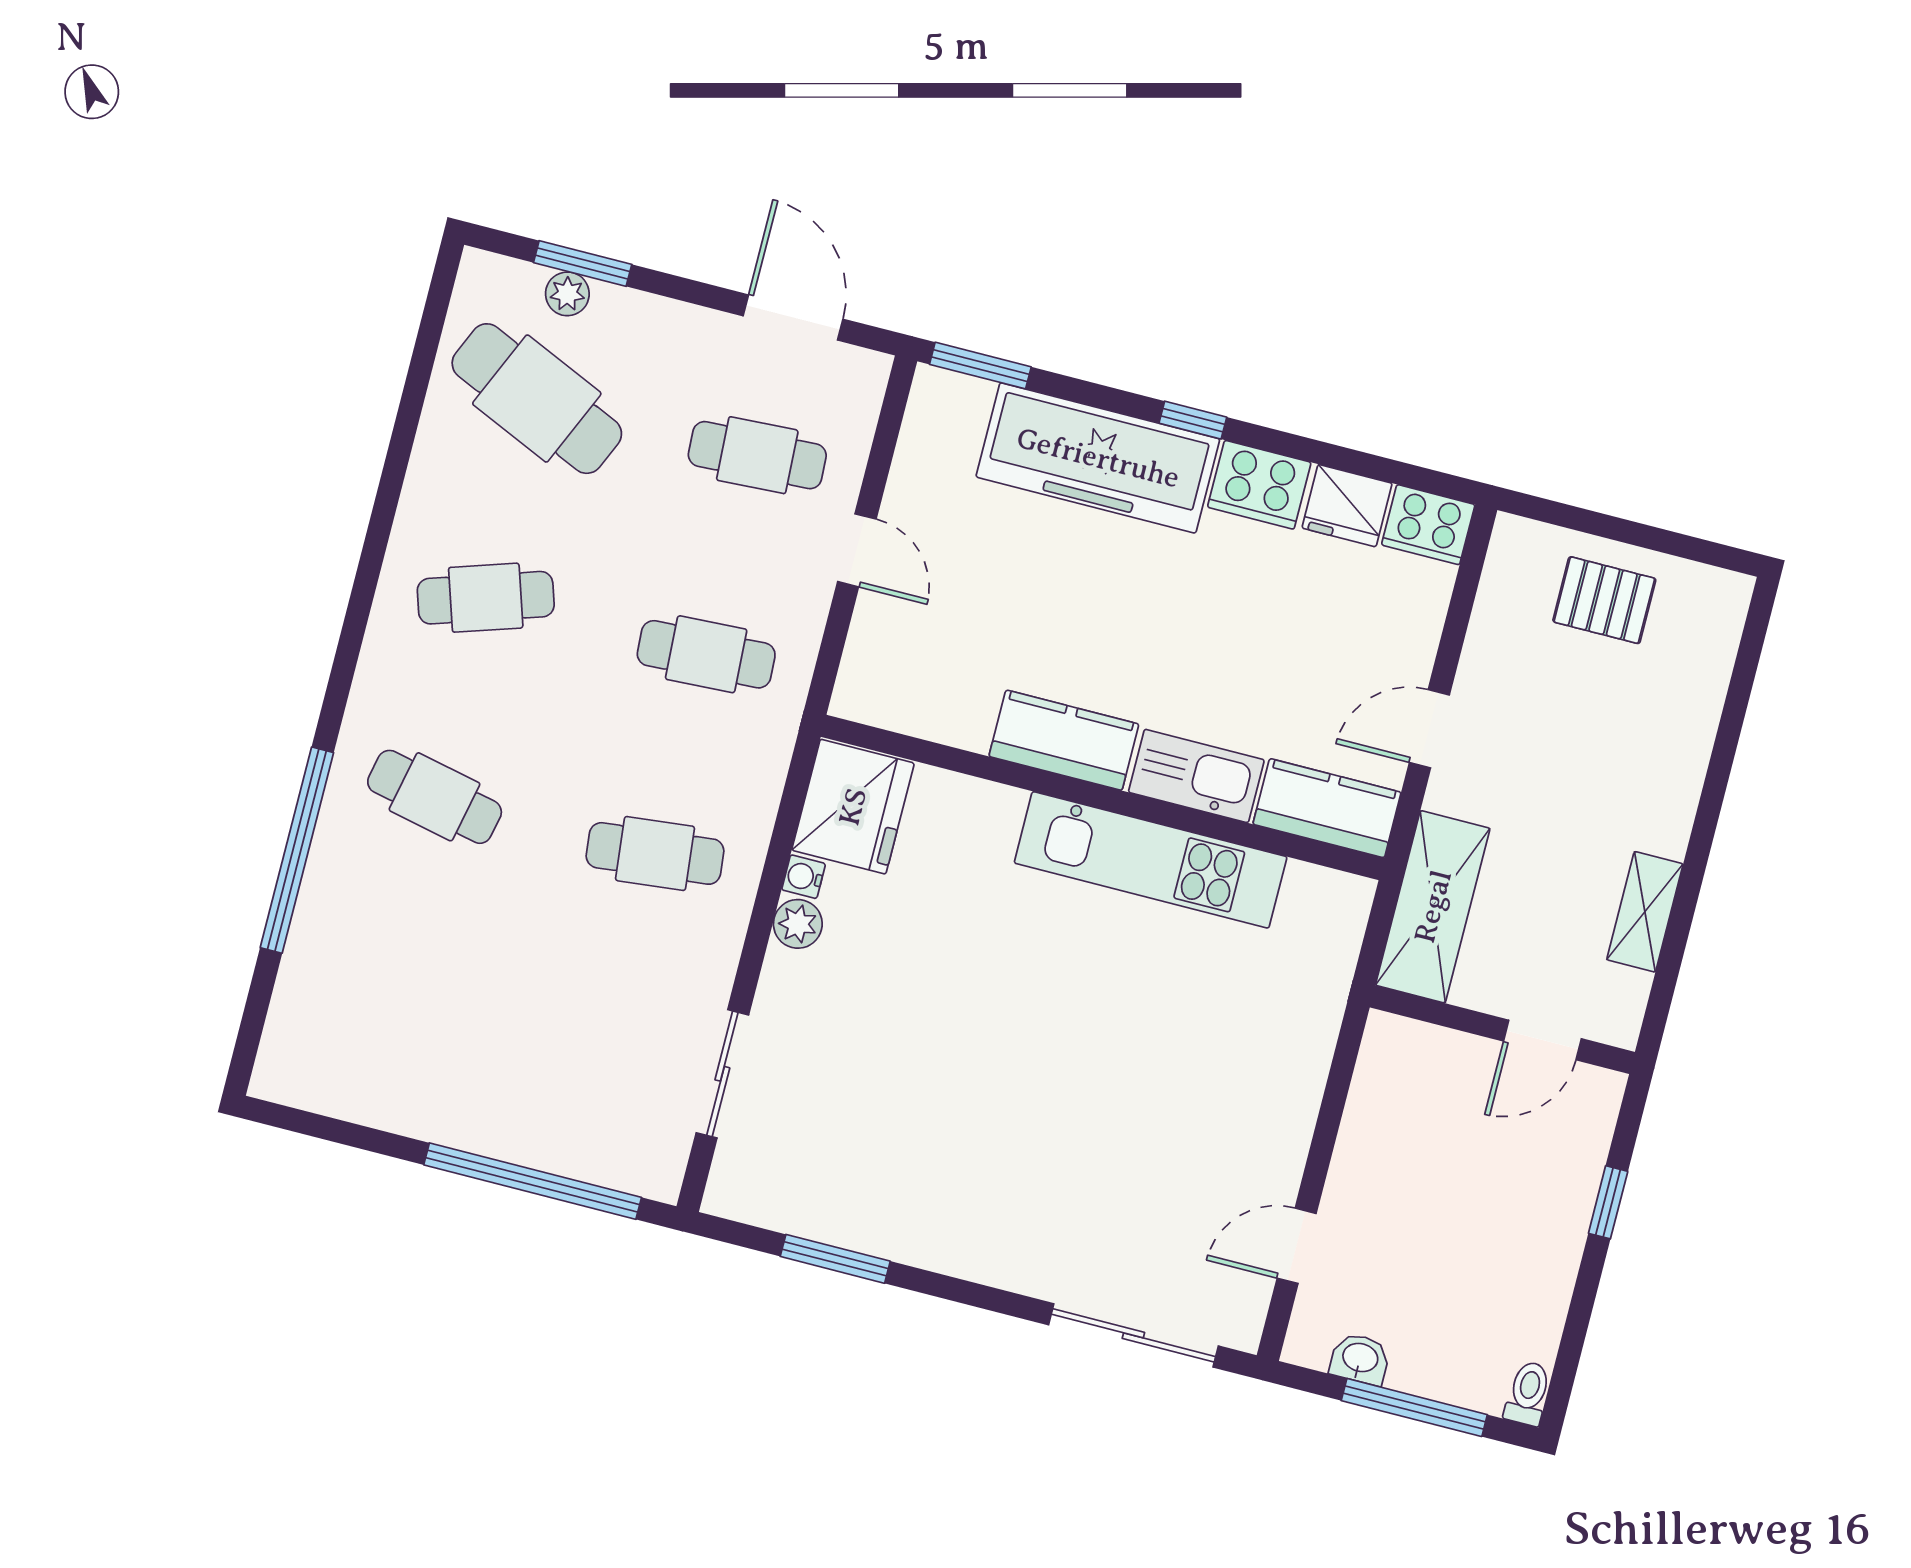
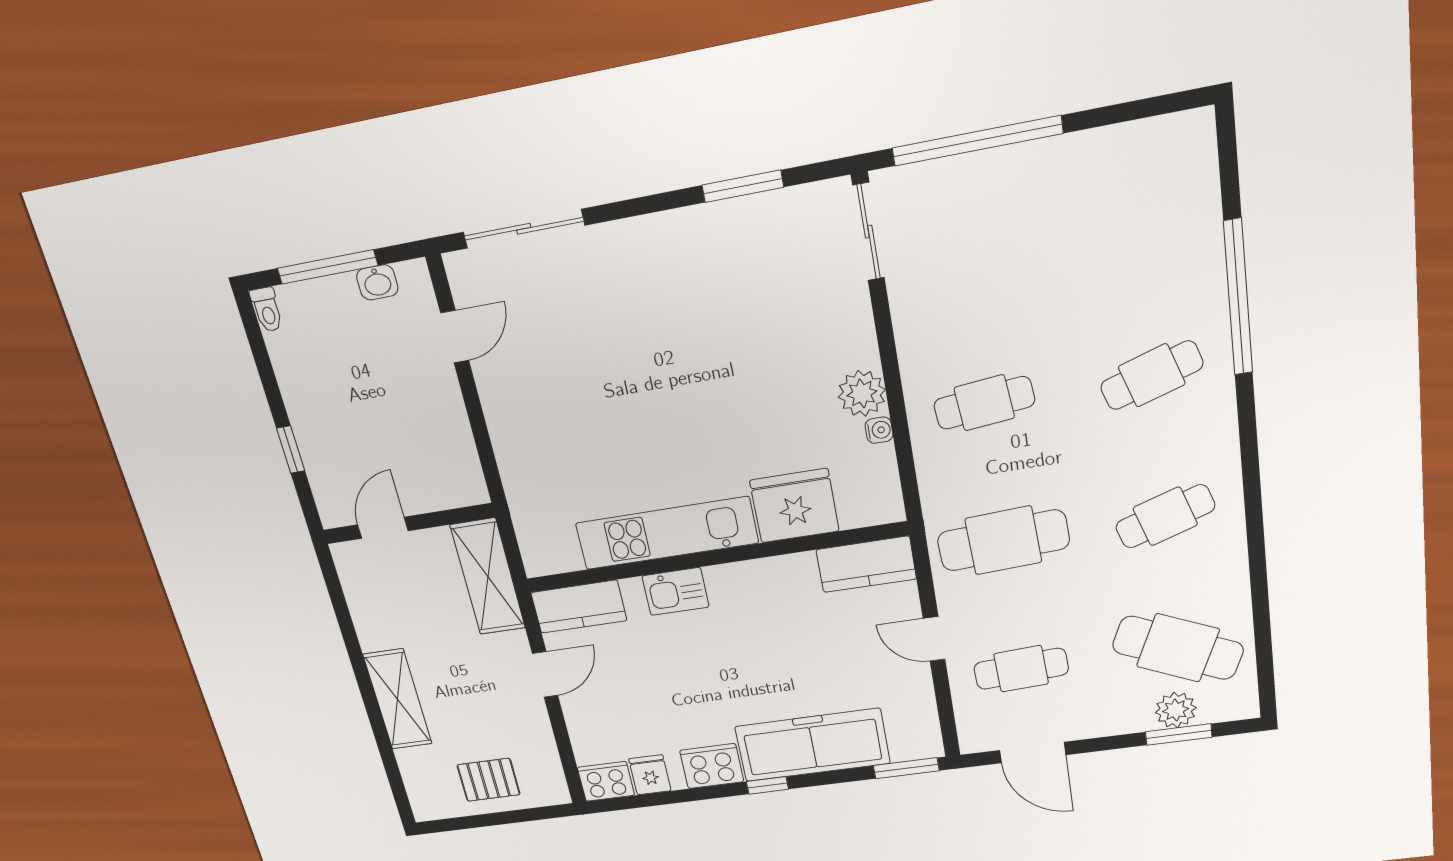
plant: (567, 294) -> (1176, 710), width x1.38, depth x1.38
fridge: (1347, 506) -> (650, 775), width x0.72
cafe table: (706, 654) -> (1003, 540), width x1.37, depth x1.35
kitchen counter: (1064, 740) -> (866, 564), moved
kitchen sink: (1196, 776) -> (676, 591), width x0.73
cafe table: (435, 797) -> (1152, 375), turned -30
fridge: (853, 807) -> (794, 506), moved, turned 90
shelving: (1645, 912) -> (398, 699), moved, width x1.50, depth x1.33
plant: (798, 924) -> (862, 393), width x1.38, depth x1.38
sliding door: (722, 1074) -> (869, 232), moved

